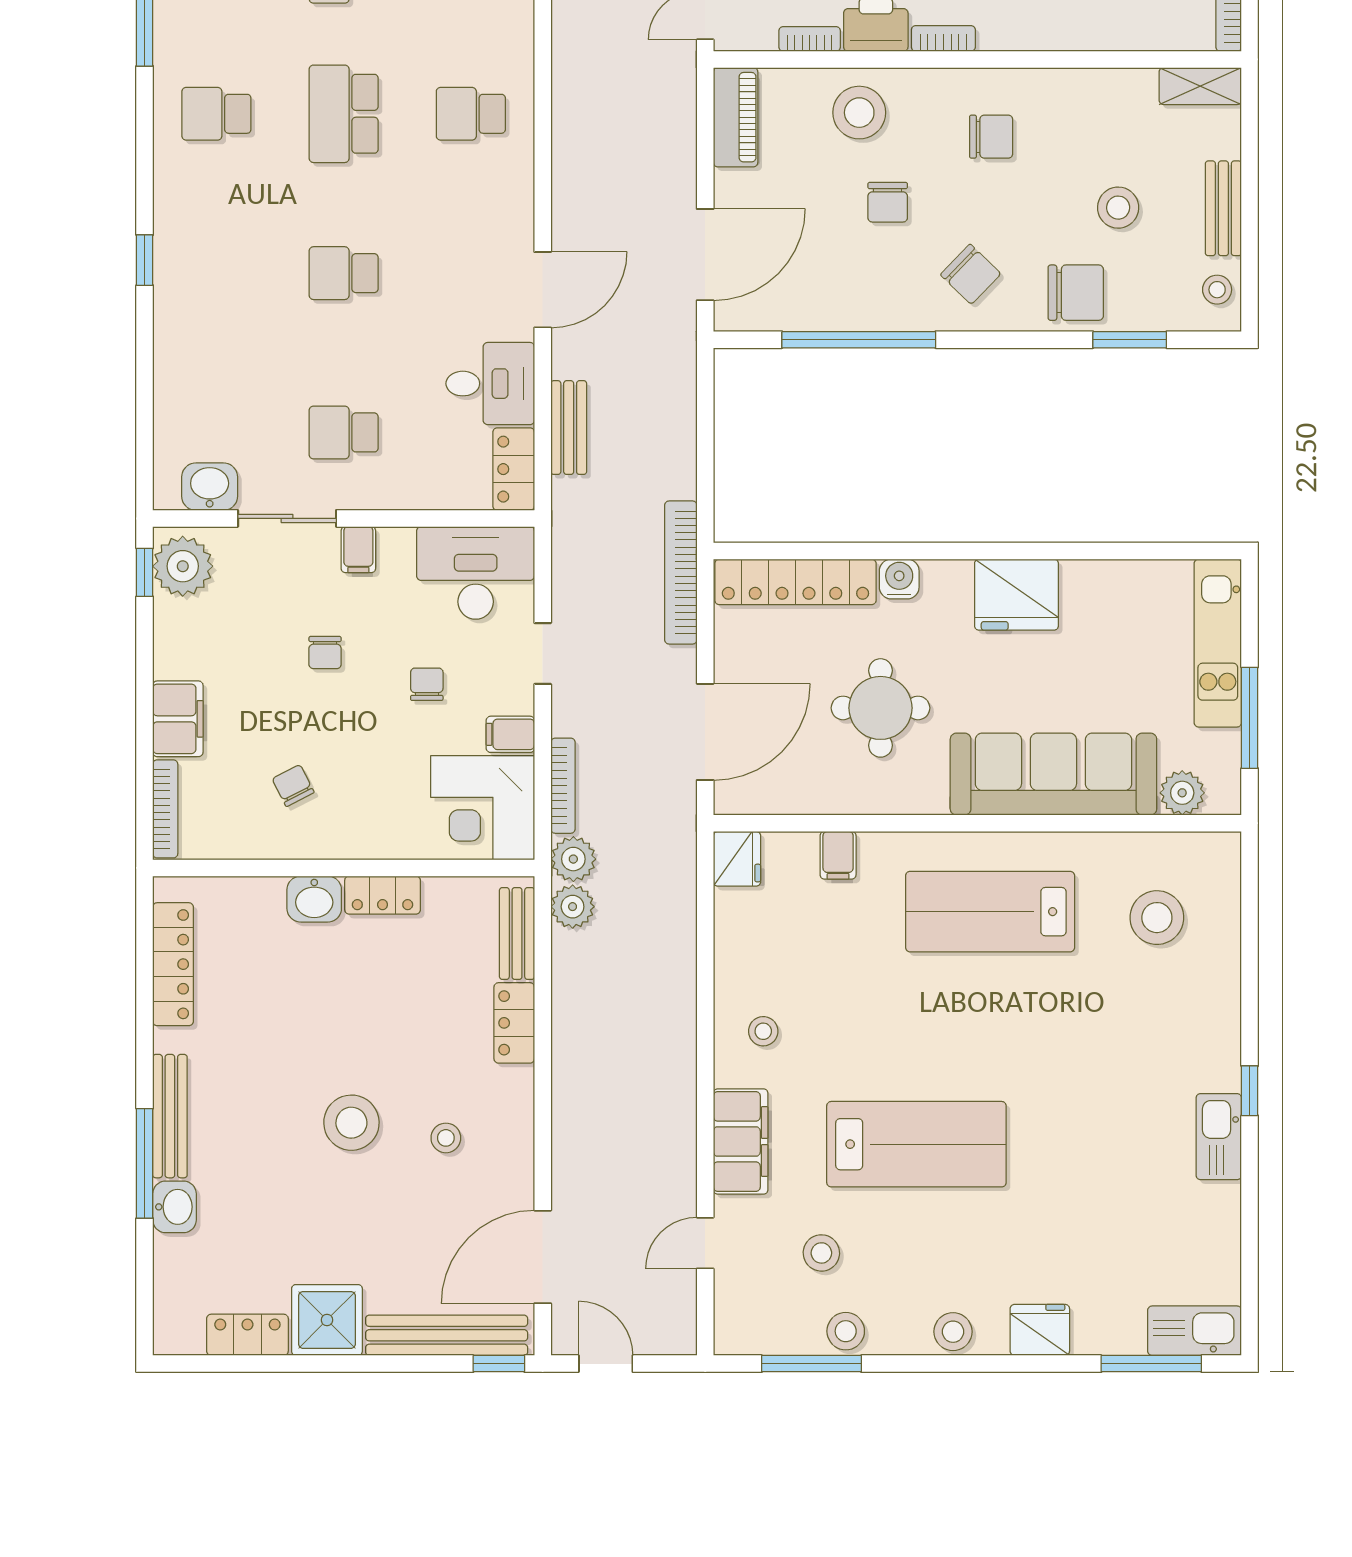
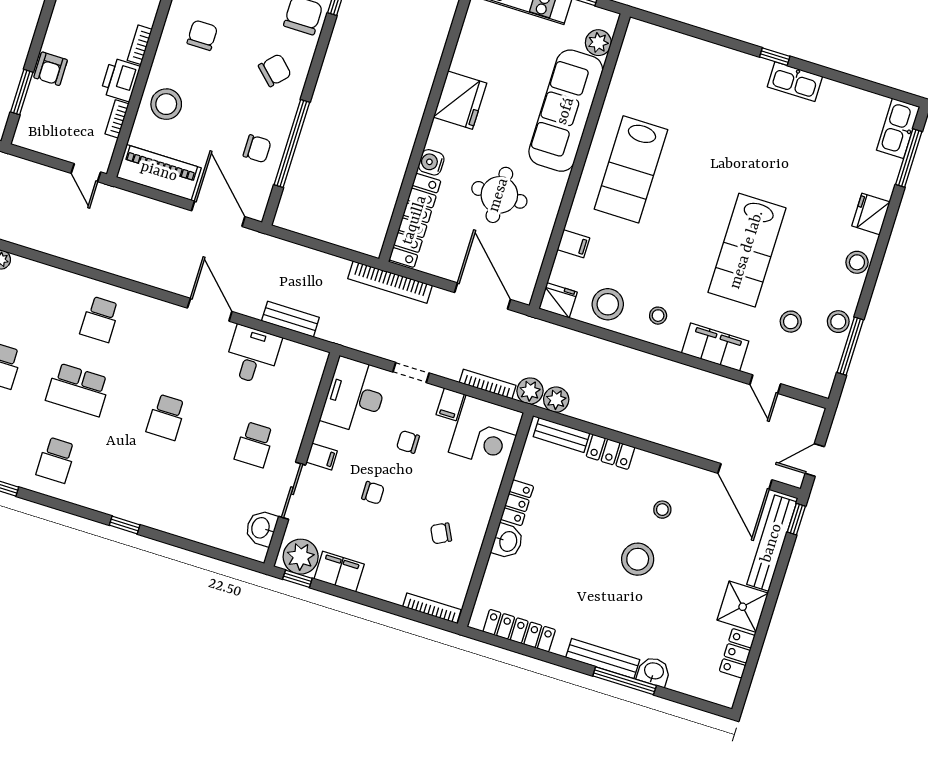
piano: (736, 117) -> (159, 172), width x1.37, depth x1.33
chair: (888, 202) -> (257, 149), moved
locker: (514, 469) -> (304, 357), removed
filing cabinet: (178, 719) -> (339, 572), moved
stool: (1157, 918) -> (608, 304), moved
lab bench: (916, 1144) -> (747, 250), turned 180

